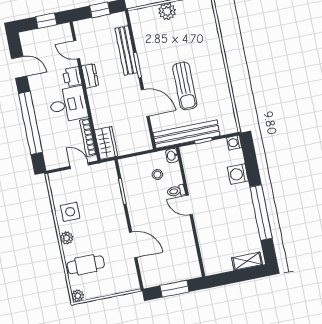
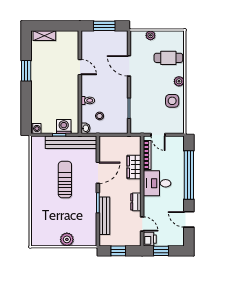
printer: (72, 77) -> (150, 239), moved
door: (145, 103) -> (98, 173), swing flipped
wardrobe: (106, 143) -> (134, 167), moved
washing machine: (238, 174) -> (64, 127), moved, turned -90
door: (189, 205) -> (80, 67), moved
window: (261, 213) -> (26, 71), width x0.47
plant: (78, 296) -> (150, 35), moved

